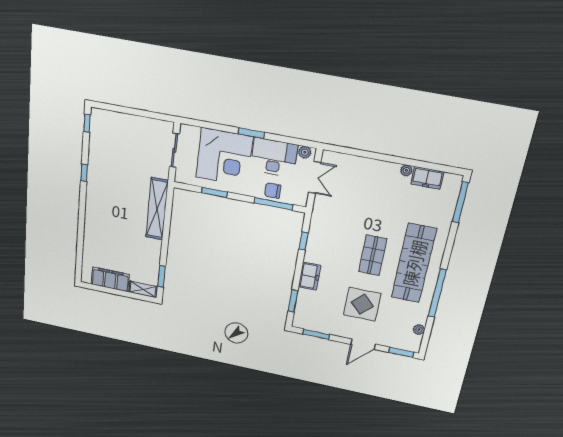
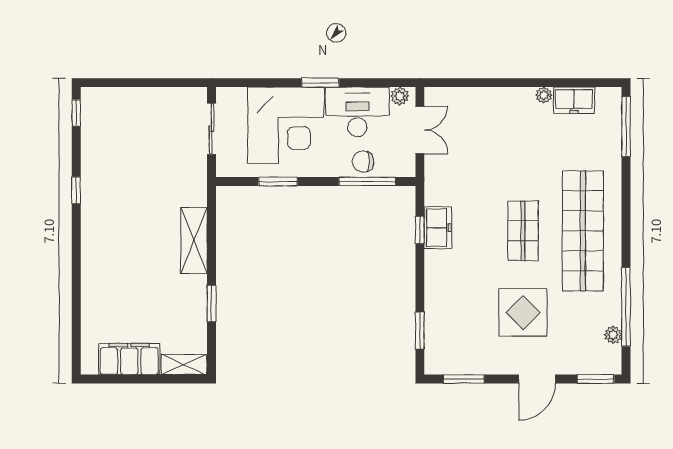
shelving: (157, 209) -> (194, 241), width x0.68
window: (162, 276) -> (212, 303), moved
freezer: (309, 276) -> (438, 228), moved
window: (437, 293) -> (626, 307), moved

